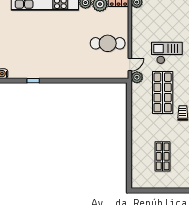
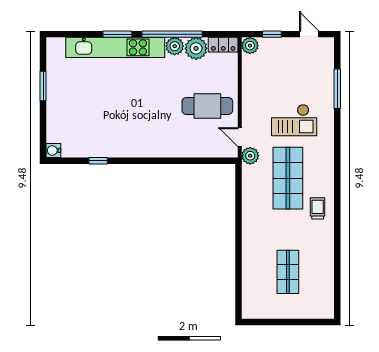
checkout: (167, 53) -> (294, 120), turned 180
door: (130, 64) -> (240, 137), swing flipped

